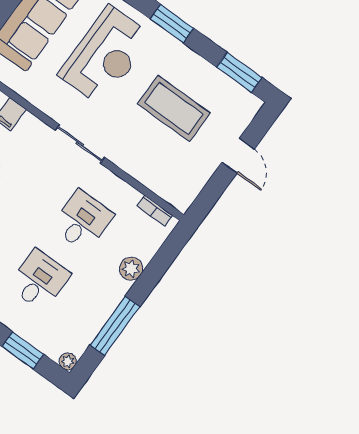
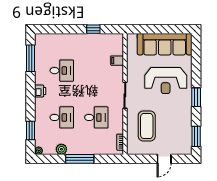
coffee table: (174, 108) -> (147, 126), moved
plant: (131, 269) -> (61, 149), moved
window: (115, 326) -> (80, 159), moved

